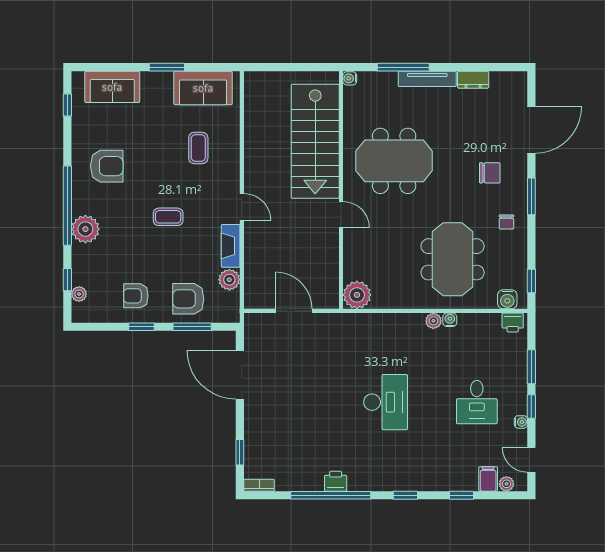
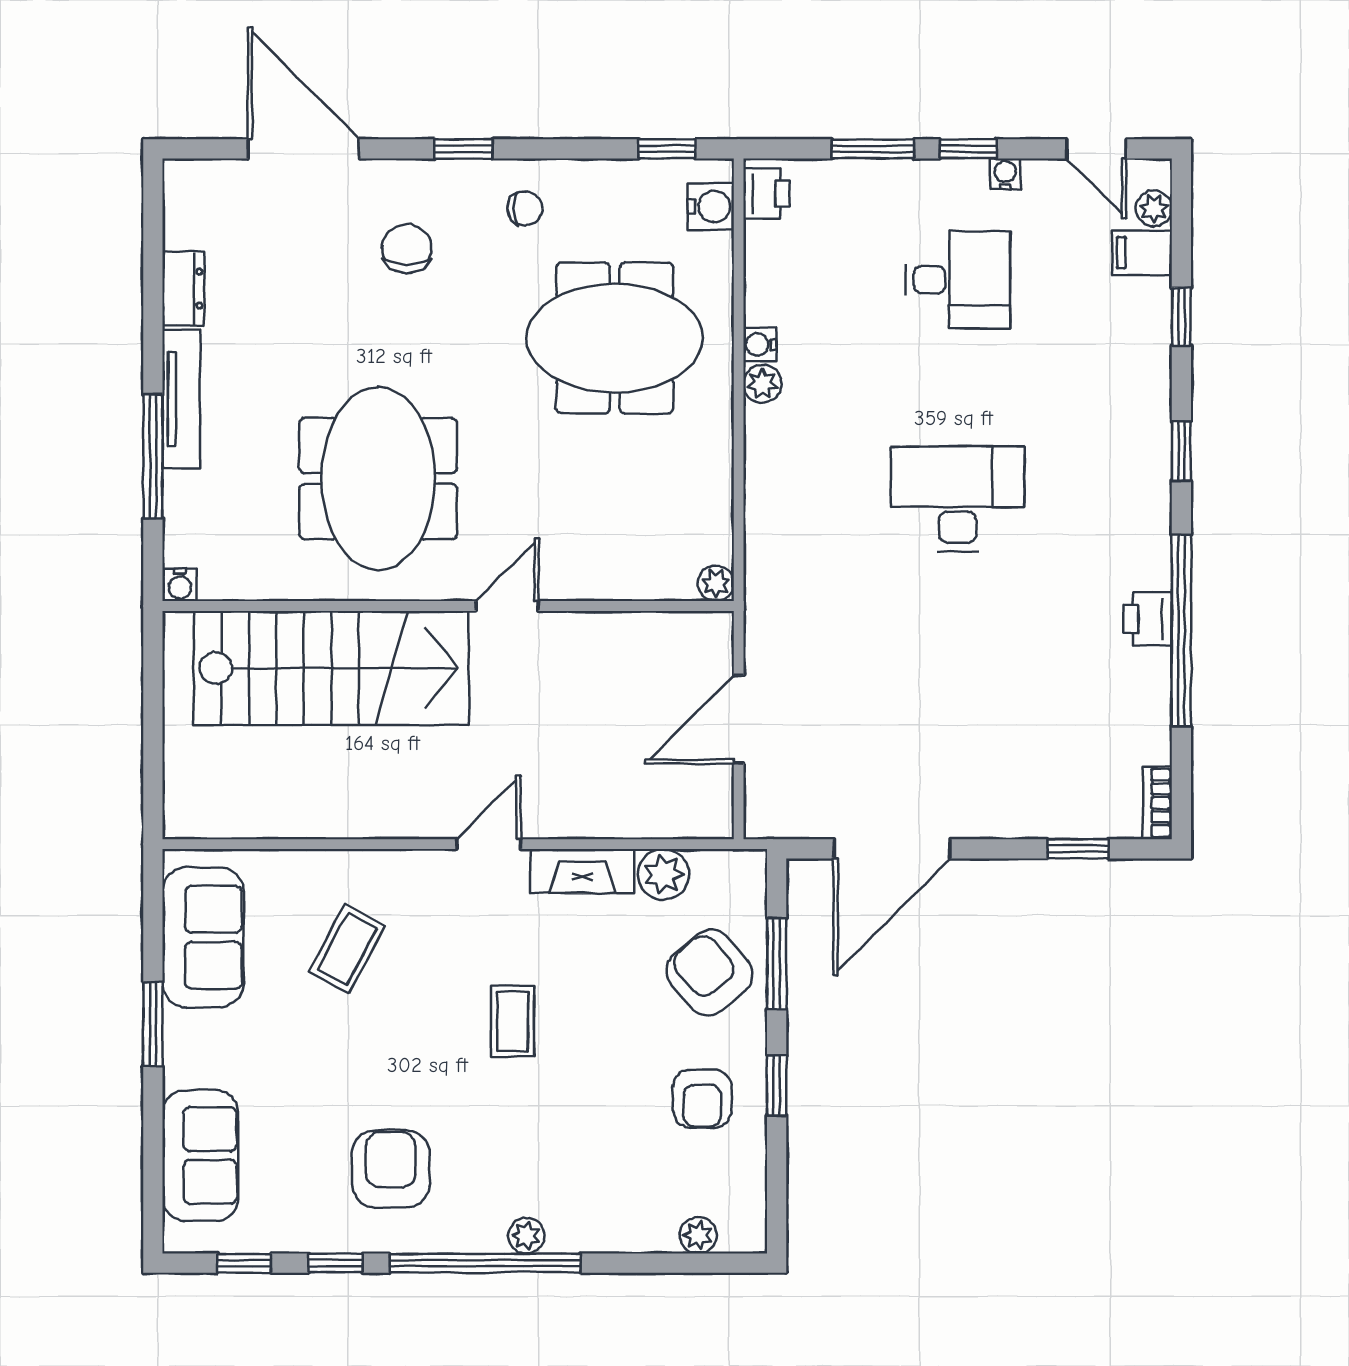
coffee table: (198, 148) -> (347, 949), turned -62
window: (531, 196) -> (463, 149), width x0.67
plant: (85, 229) -> (526, 1236), width x0.53, depth x0.53
window: (67, 280) -> (336, 1263), moved
plant: (357, 295) -> (716, 583), width x0.53, depth x0.53
armchair: (188, 299) -> (709, 973), turned 140
door: (531, 460) -> (1096, 149), hinge flipped

